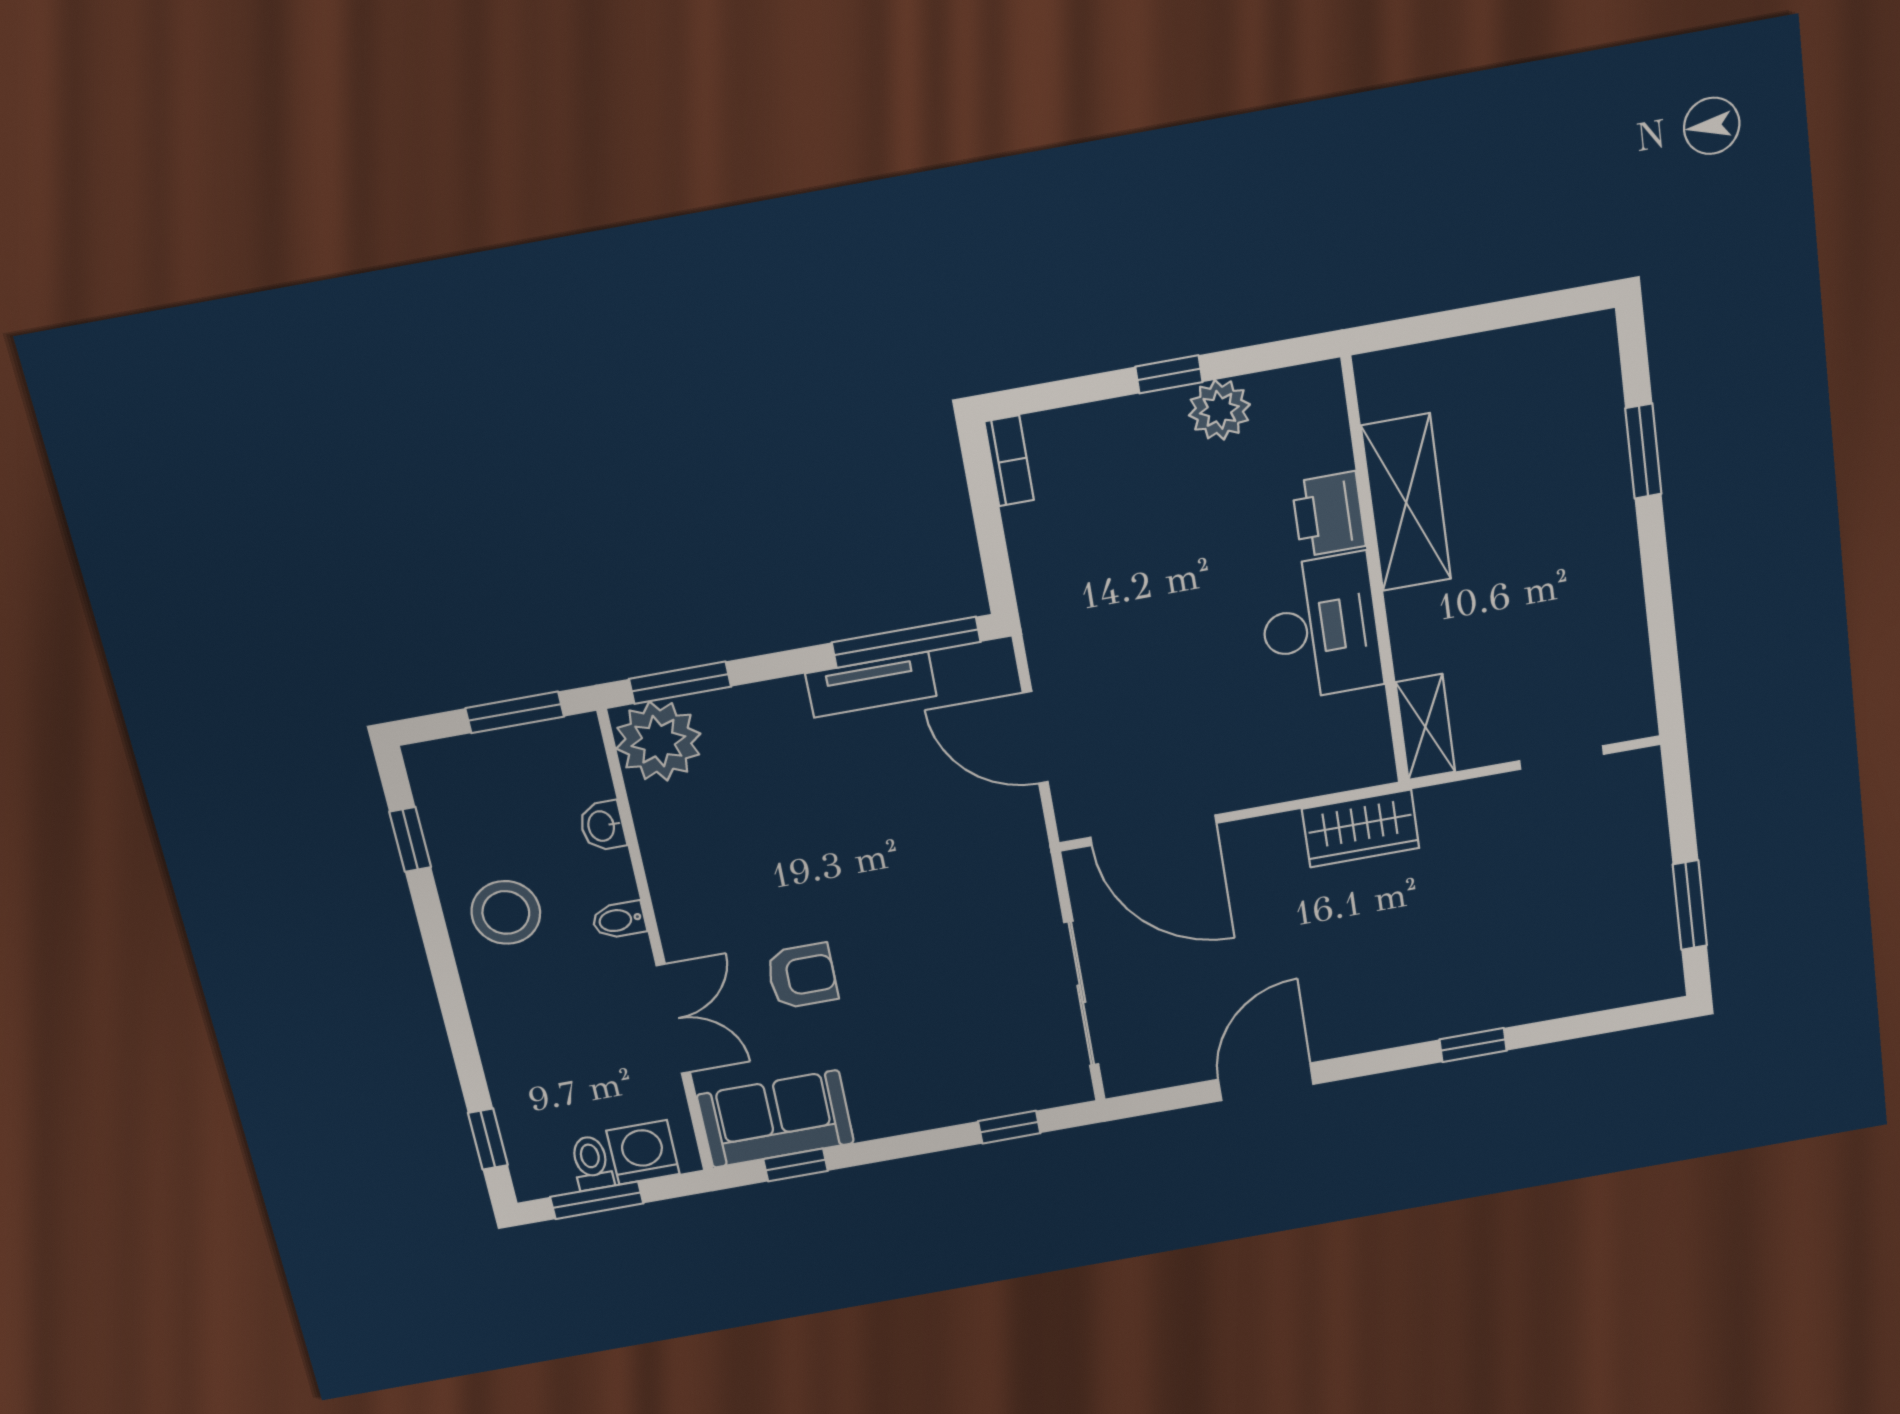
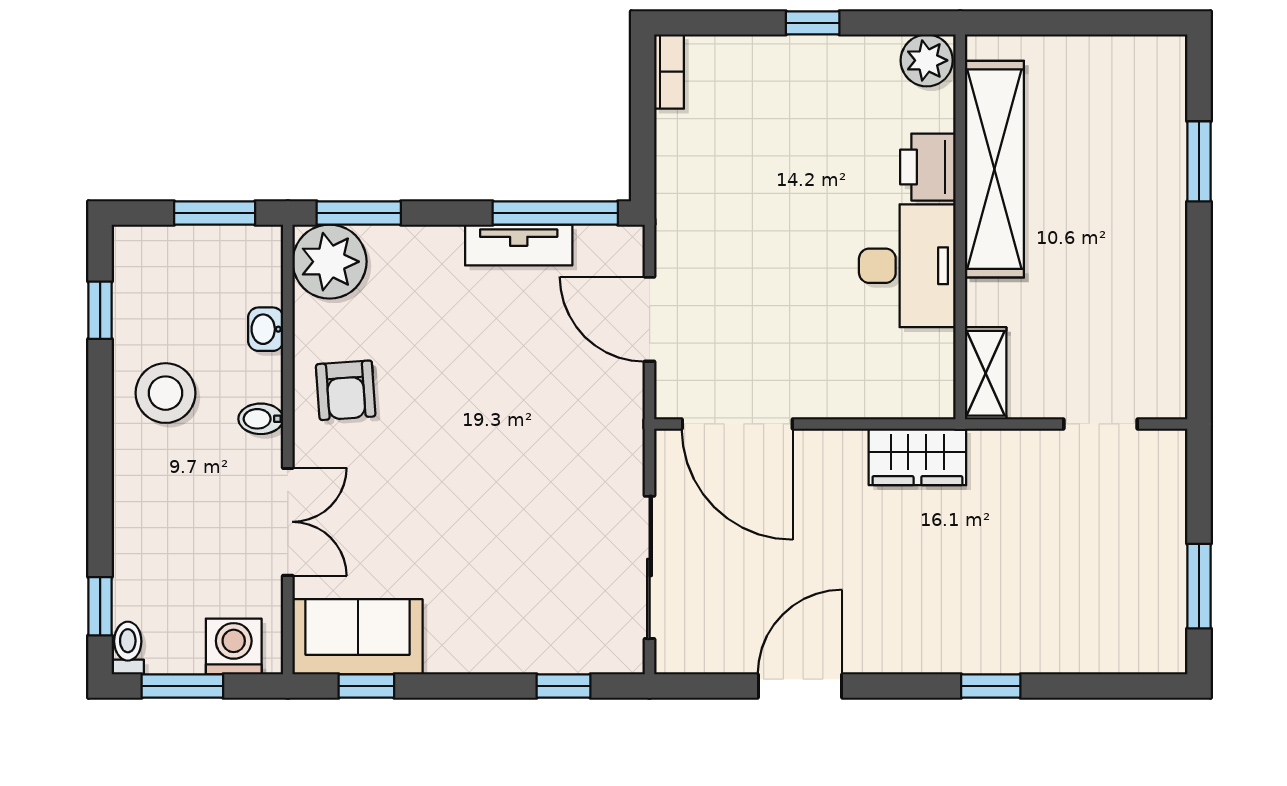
plant: (1219, 410) -> (927, 60), moved
shelving: (1406, 503) -> (994, 169), width x1.47
armchair: (802, 976) -> (346, 390), moved, turned 86
toilet: (592, 1163) -> (128, 648), moved

